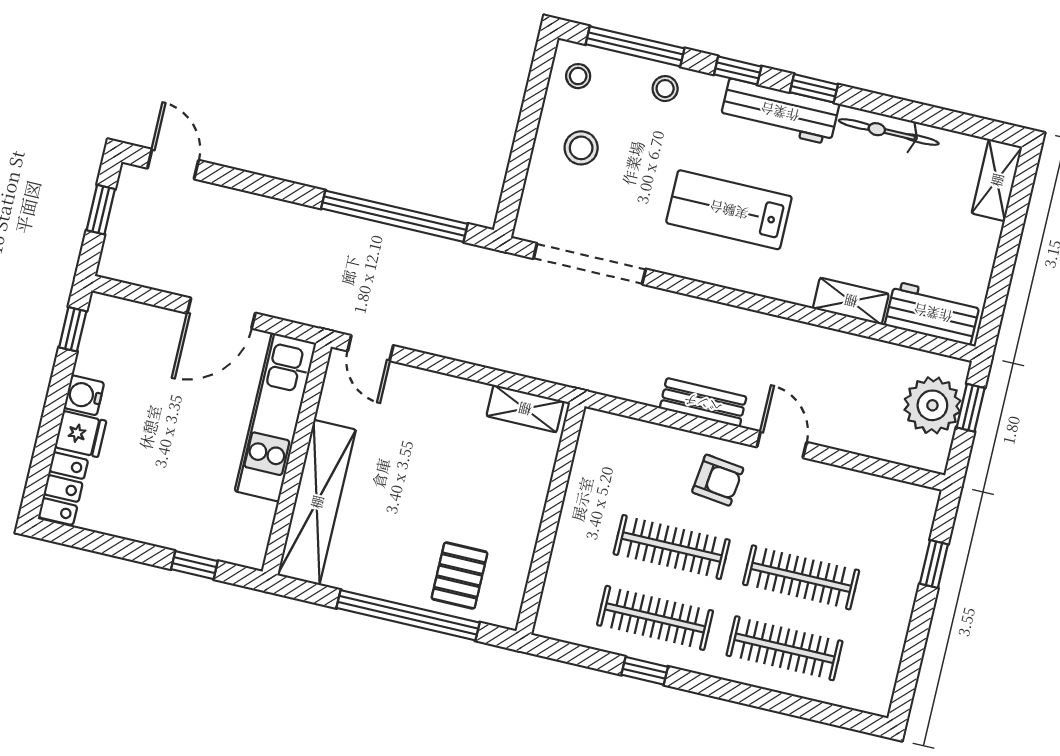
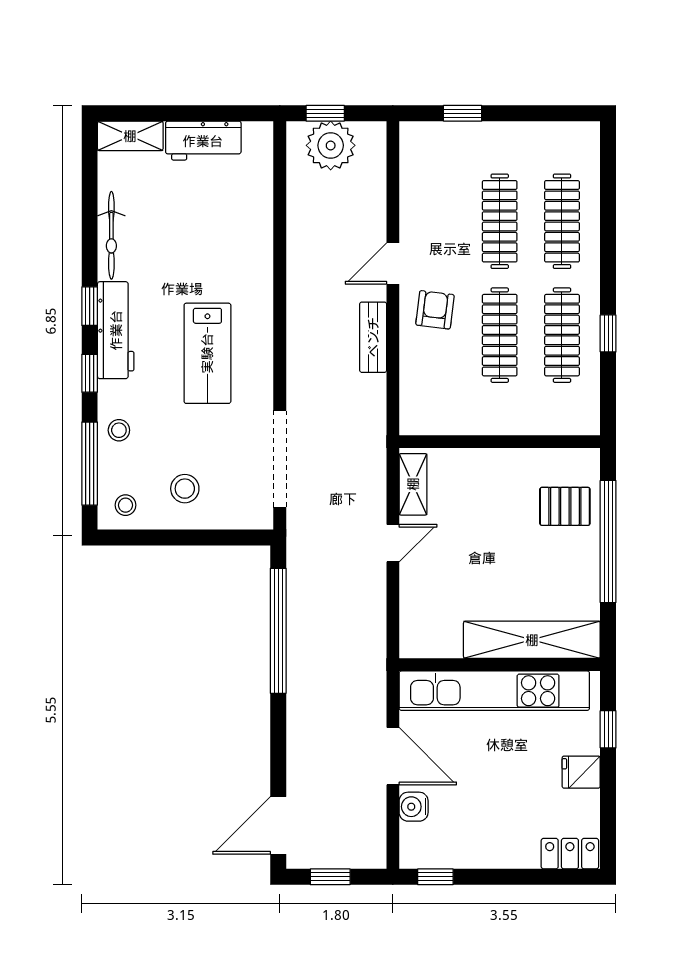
door: (173, 164) -> (278, 825), width x1.38
shelving: (851, 301) -> (260, 234), removed
workbench: (933, 313) -> (203, 141), moved, turned -90
door: (370, 348) -> (393, 543), moved
water cooler: (84, 395) -> (414, 807), moved, turned 90
kitchen unit: (275, 417) -> (494, 691), width x1.36
fridge: (80, 434) -> (581, 772), moved, turned -90

